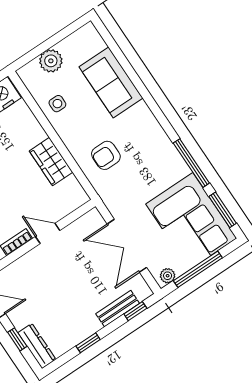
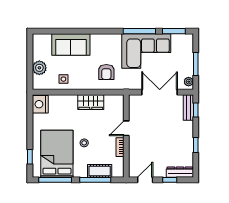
corner sofa: (191, 221) -> (146, 51), moved
double door: (127, 246) -> (160, 92), swing flipped
window: (198, 269) -> (196, 64), width x0.69
bench: (118, 309) -> (188, 107), moved

